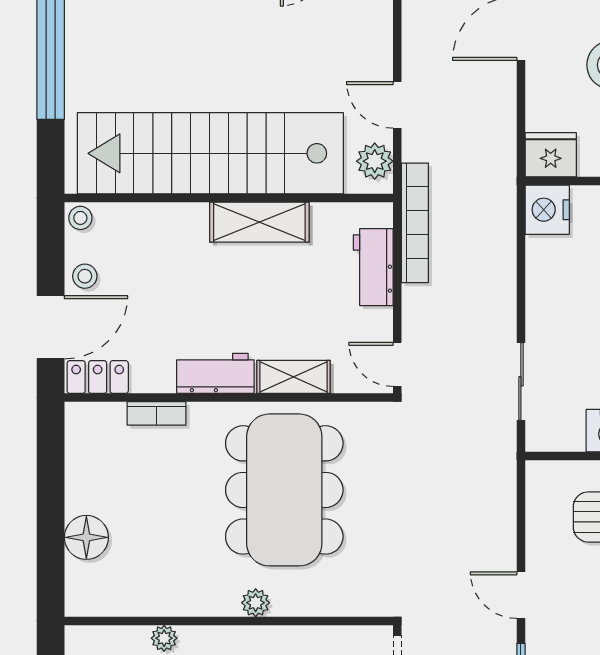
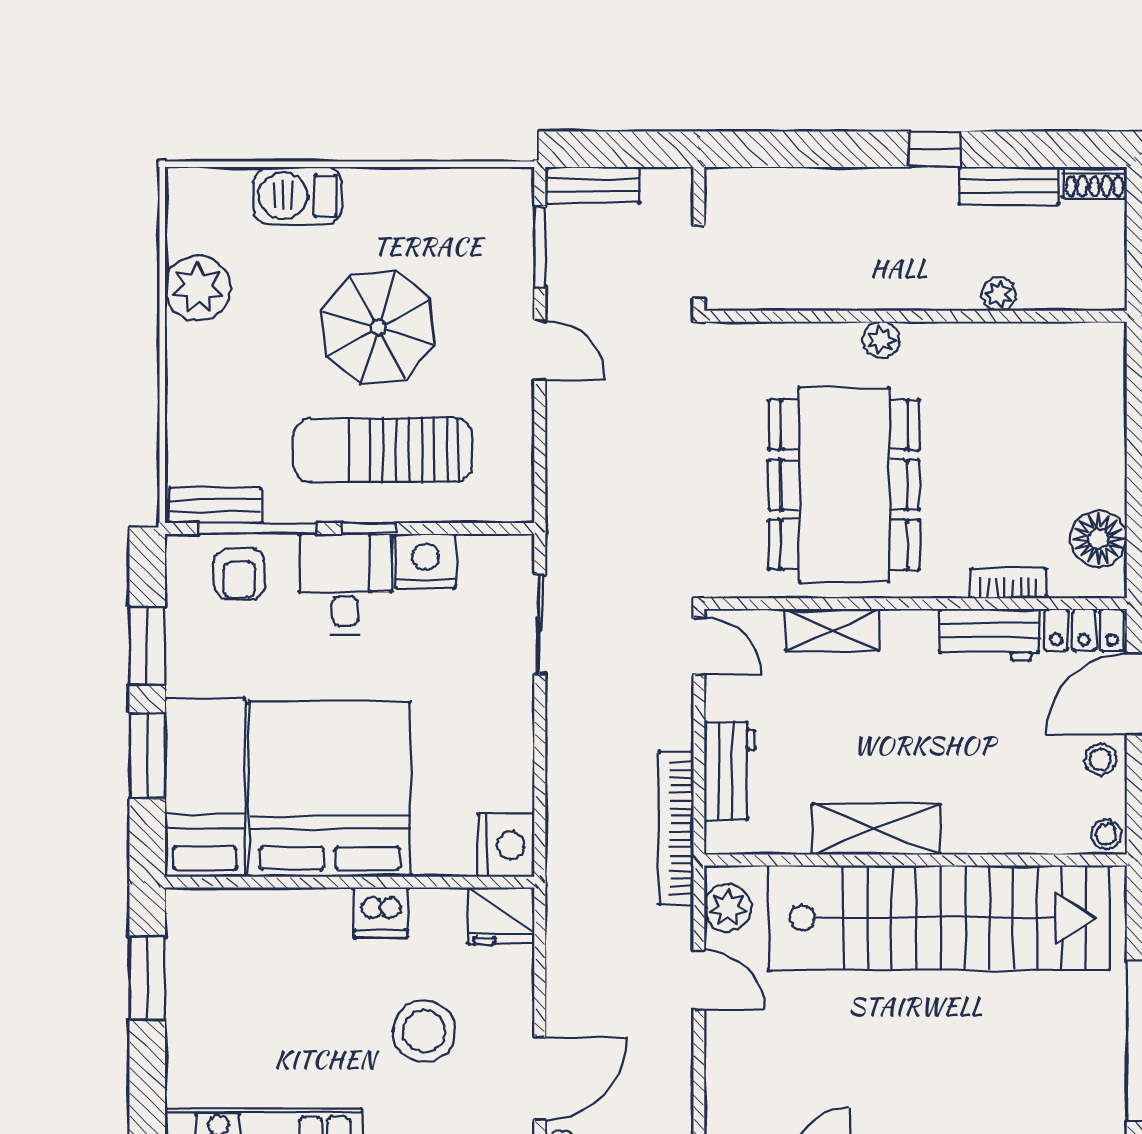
workbench: (215, 373) -> (989, 635), moved
floor lamp: (86, 537) -> (1099, 539), moved

